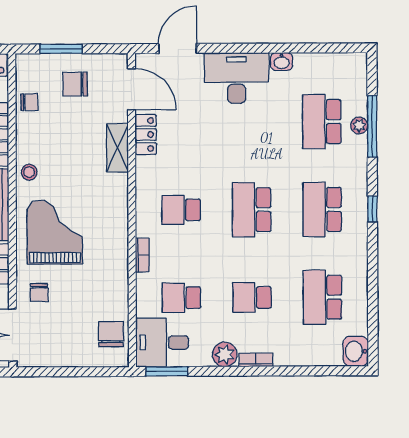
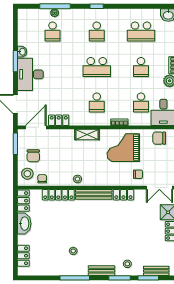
window: (263, 48) -> (15, 61), added
window: (61, 49) -> (15, 144), moved
stool: (39, 73) -> (27, 174), added
school desk: (322, 122) -> (53, 32), width x0.54
shelving: (117, 148) -> (87, 134), moved
school desk: (322, 209) -> (97, 32), width x0.54
grand piano: (55, 232) -> (123, 148), moved

